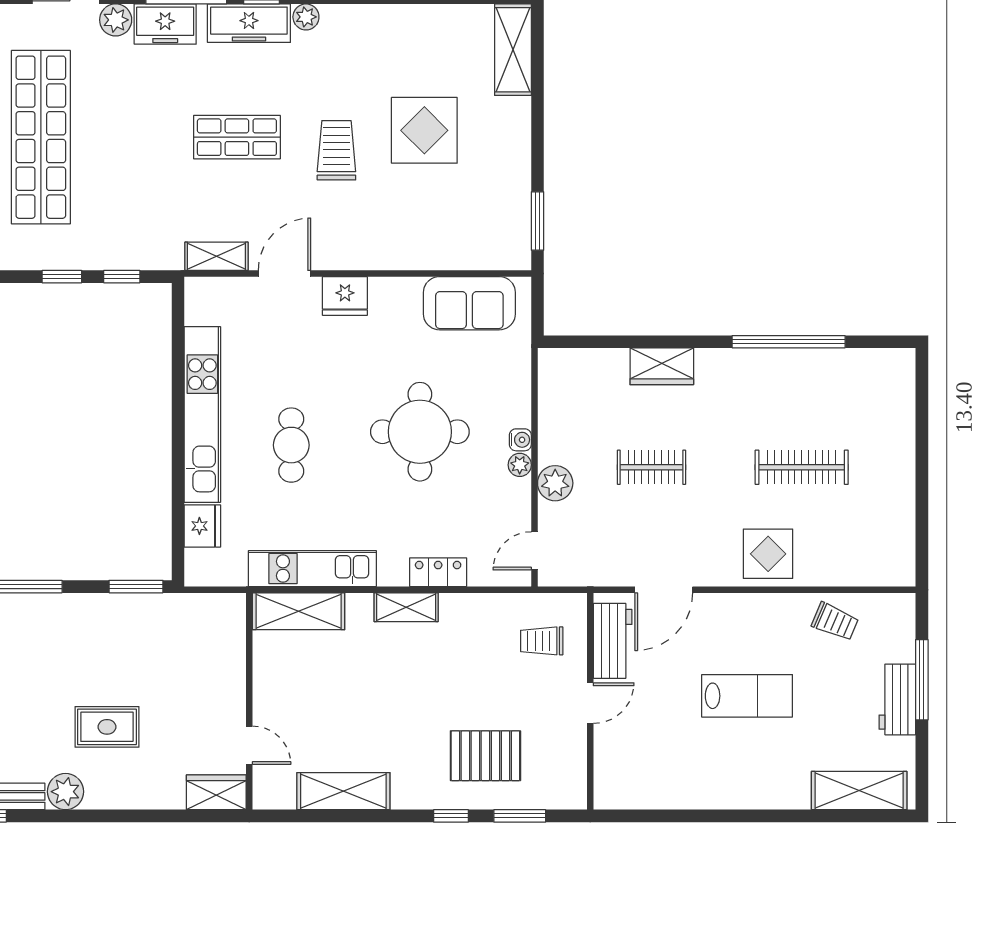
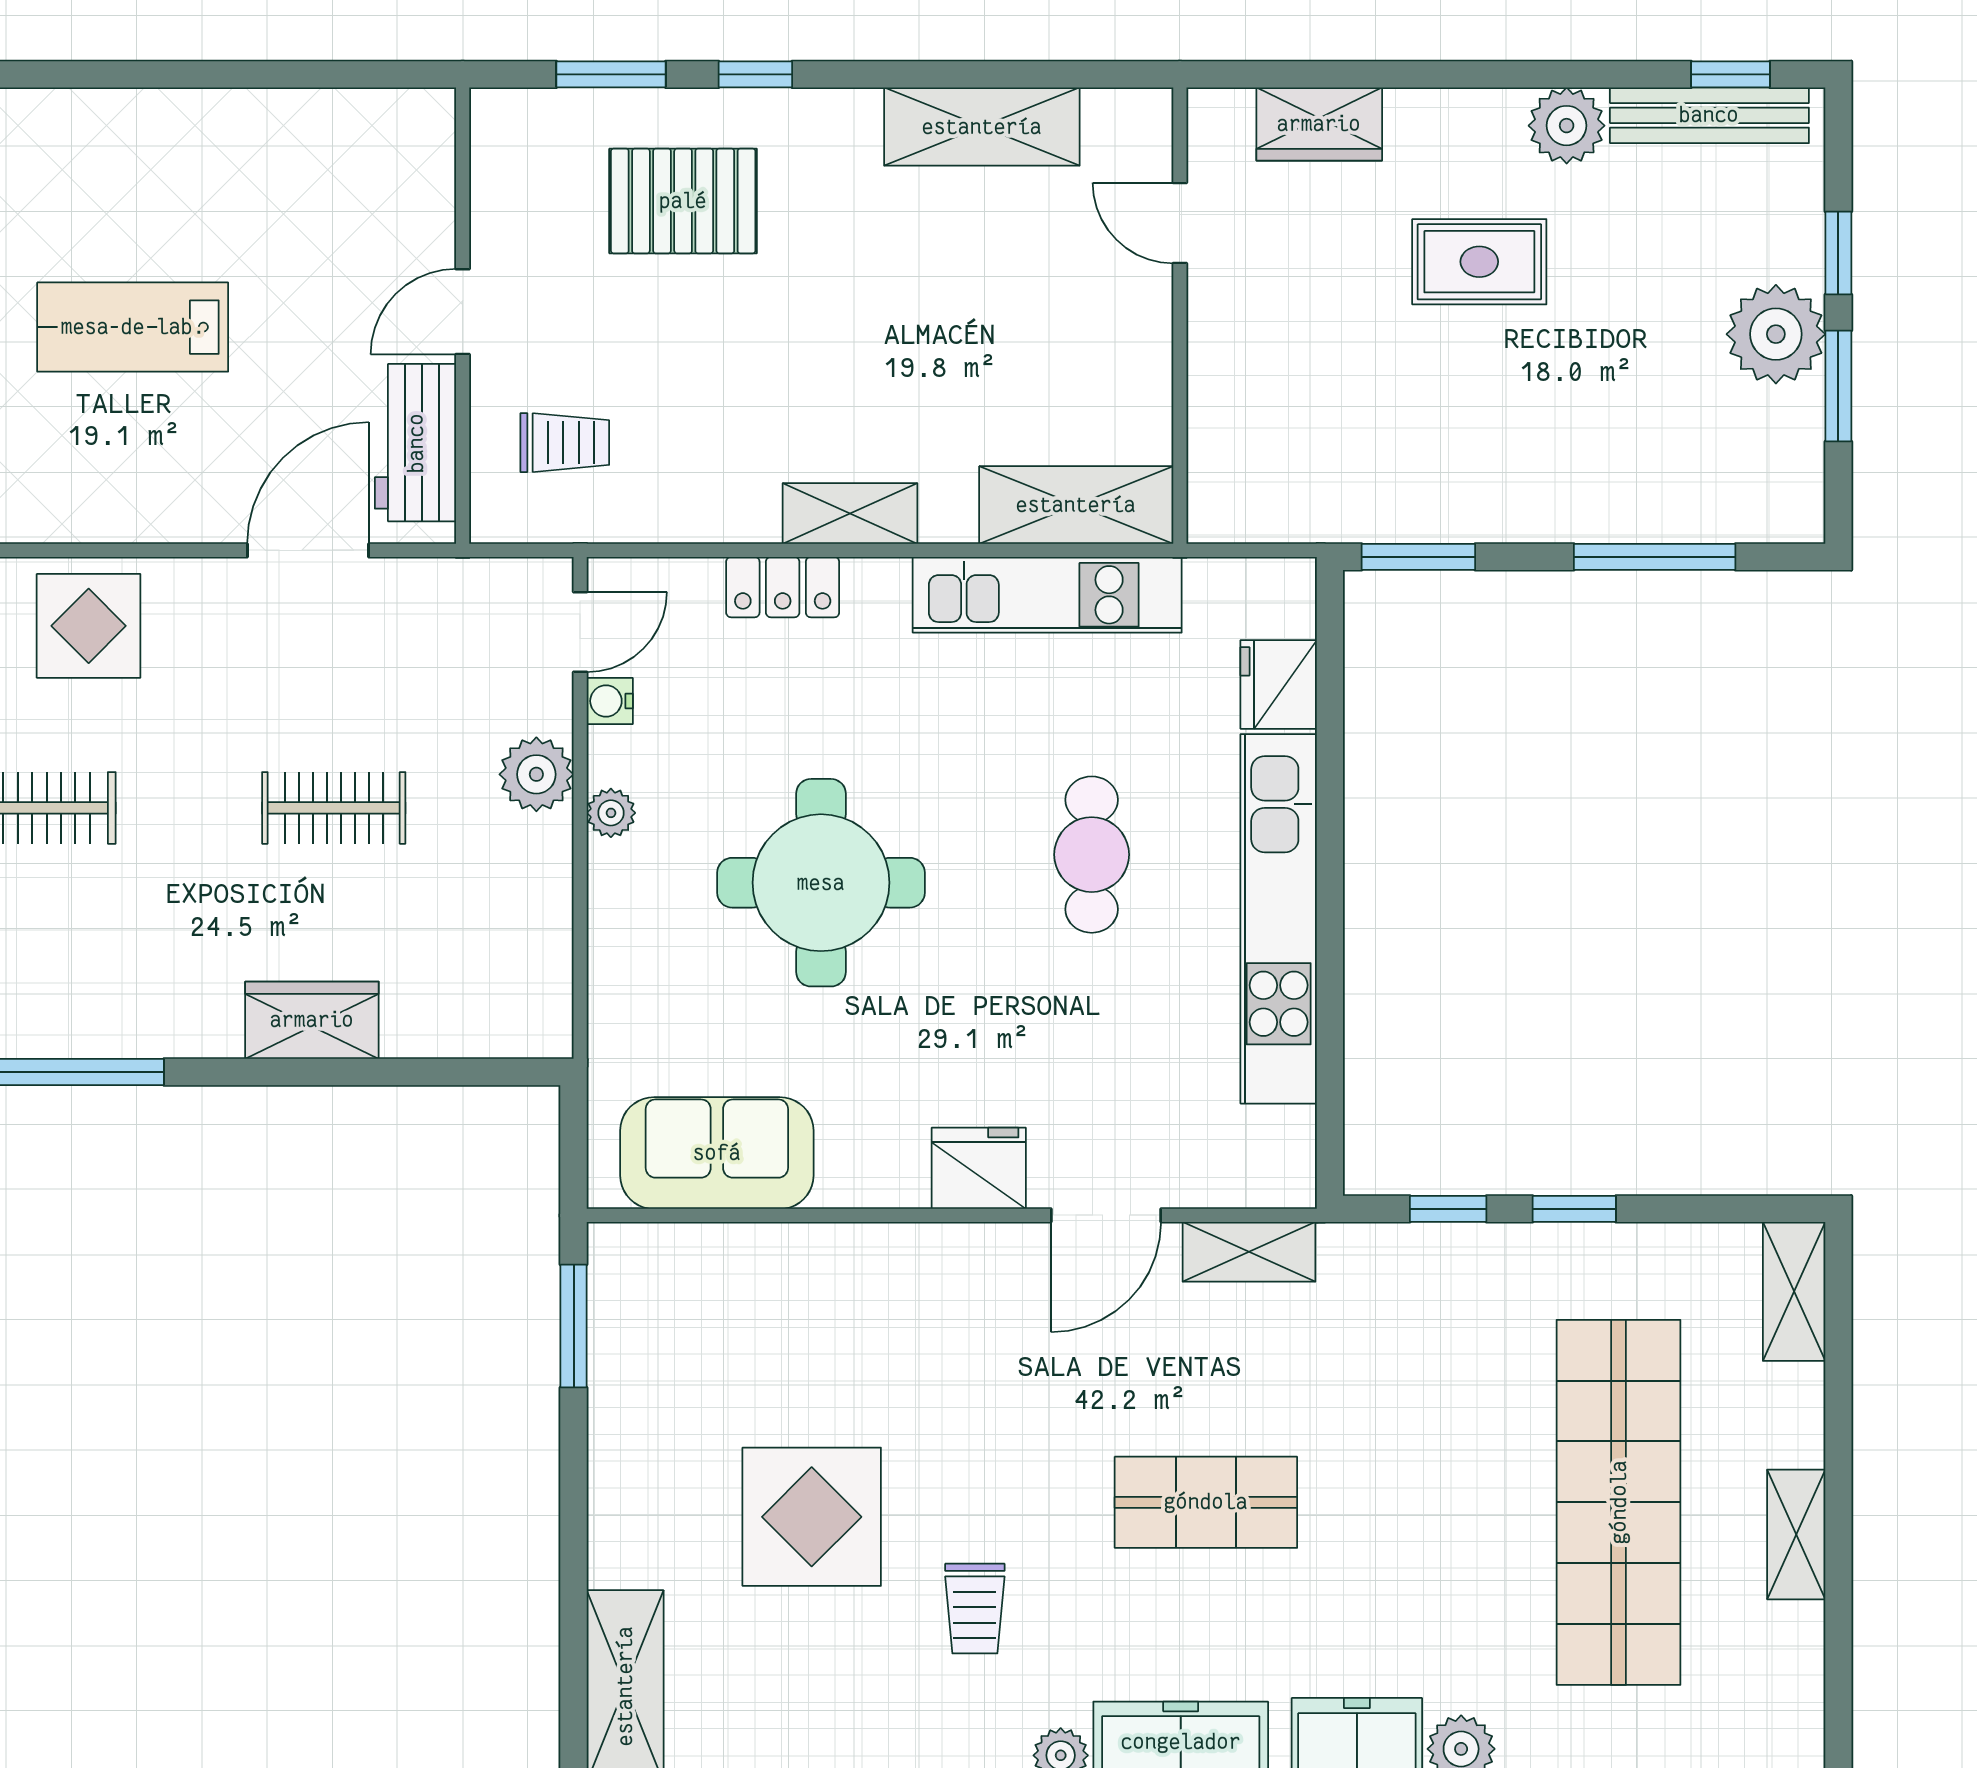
trolley: (336, 150) -> (975, 1609), moved, width x0.73, depth x0.72
water cooler: (520, 440) -> (610, 701), moved
wardrobe: (216, 792) -> (1319, 124), moved

